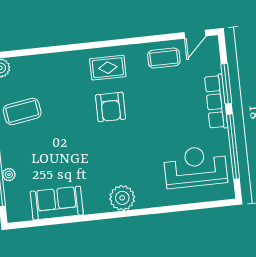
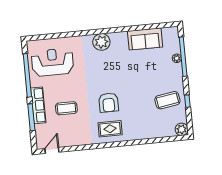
coffee table: (164, 58) -> (66, 108), moved
armchair: (111, 107) -> (109, 103), turned 180
reception desk: (195, 167) -> (52, 62), turned 180

